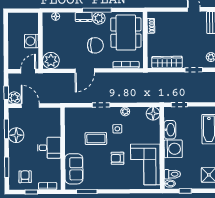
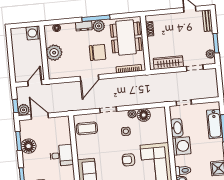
washing machine: (31, 41) -> (33, 33), moved
plant: (51, 61) -> (54, 53), moved
floor lamp: (153, 114) -> (144, 115), moved
coffee table: (96, 139) -> (87, 128), moved

